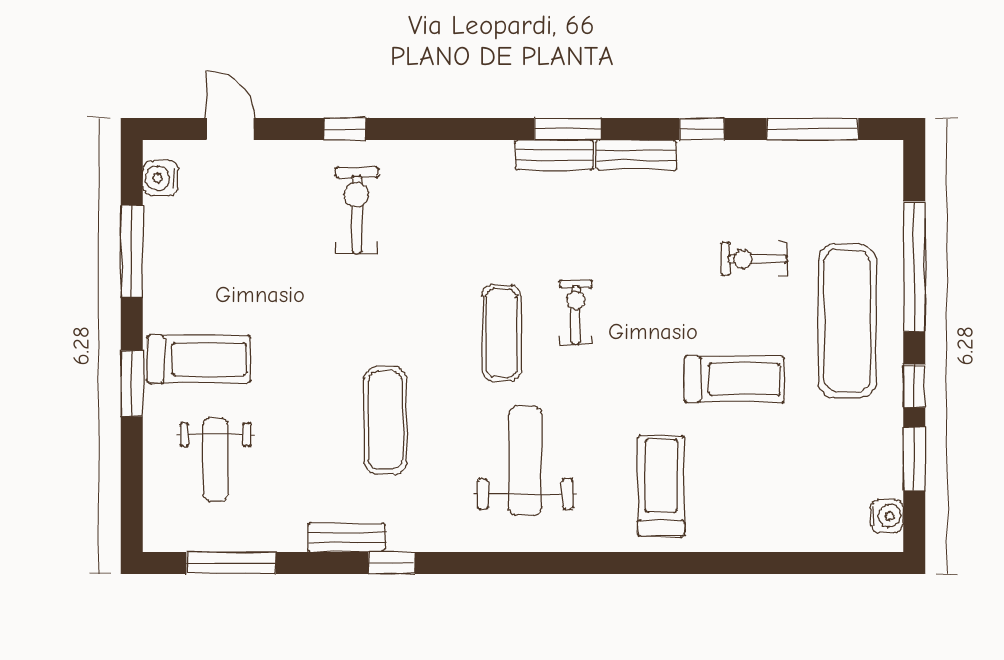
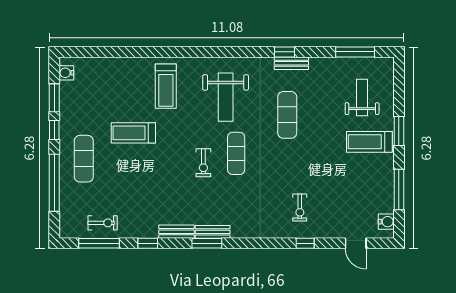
exercise bike: (357, 210) -> (300, 207), width x0.73, depth x0.72
exercise bike: (754, 259) -> (103, 223), moved
exercise mat: (847, 321) -> (84, 159), width x0.73, depth x0.69
bench: (346, 537) -> (291, 63), moved

